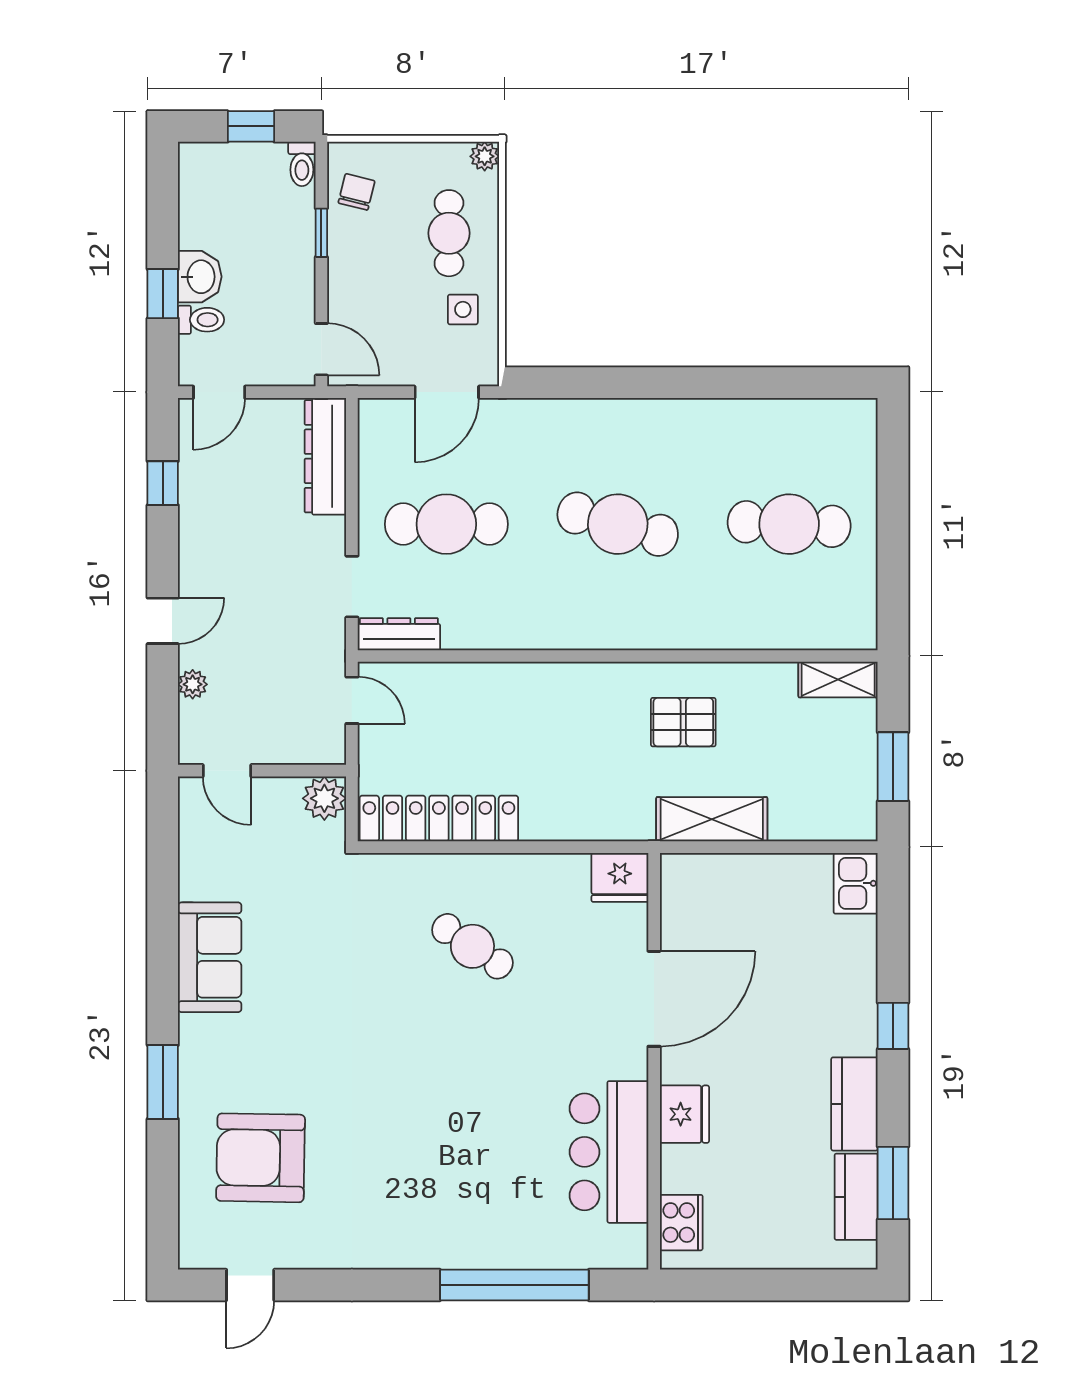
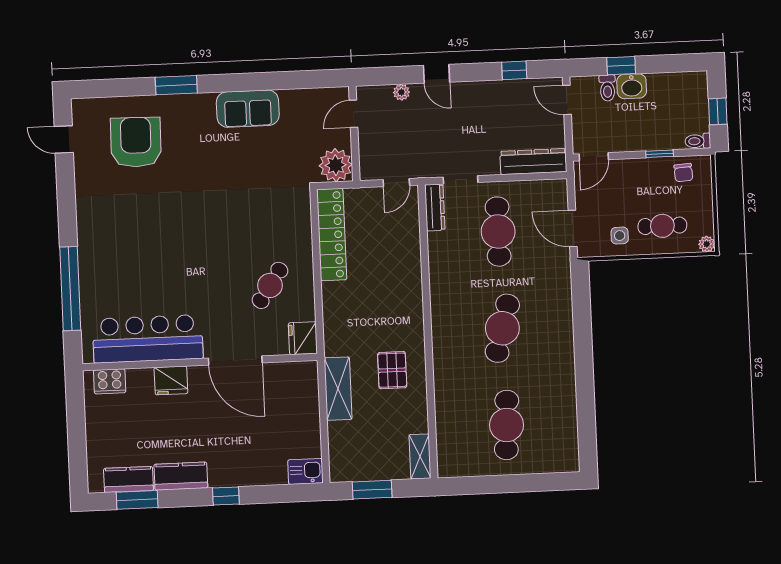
chair: (357, 192) -> (683, 173), turned 72
plant: (324, 798) -> (336, 165), width x1.36, depth x1.36
cafe table: (472, 946) -> (270, 285), moved
bar counter: (609, 1152) -> (148, 339), width x1.36

